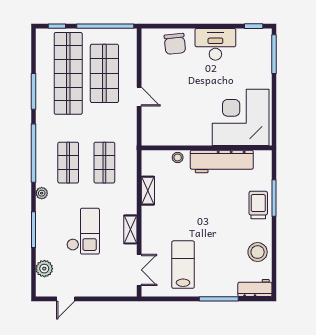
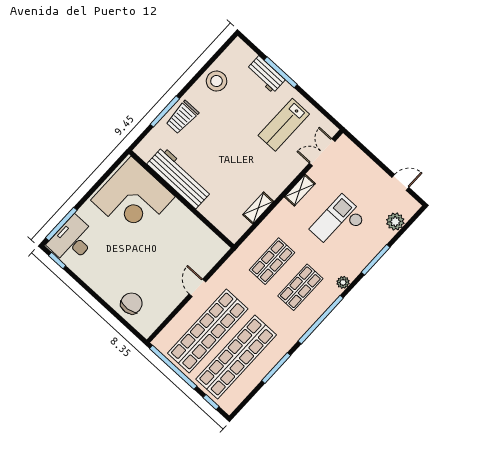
desk: (215, 44) -> (72, 241), moved, turned 90
shop shelf: (104, 73) -> (208, 331), width x1.40
stool: (178, 157) -> (211, 212), removed
workbench: (255, 288) -> (266, 74), moved

